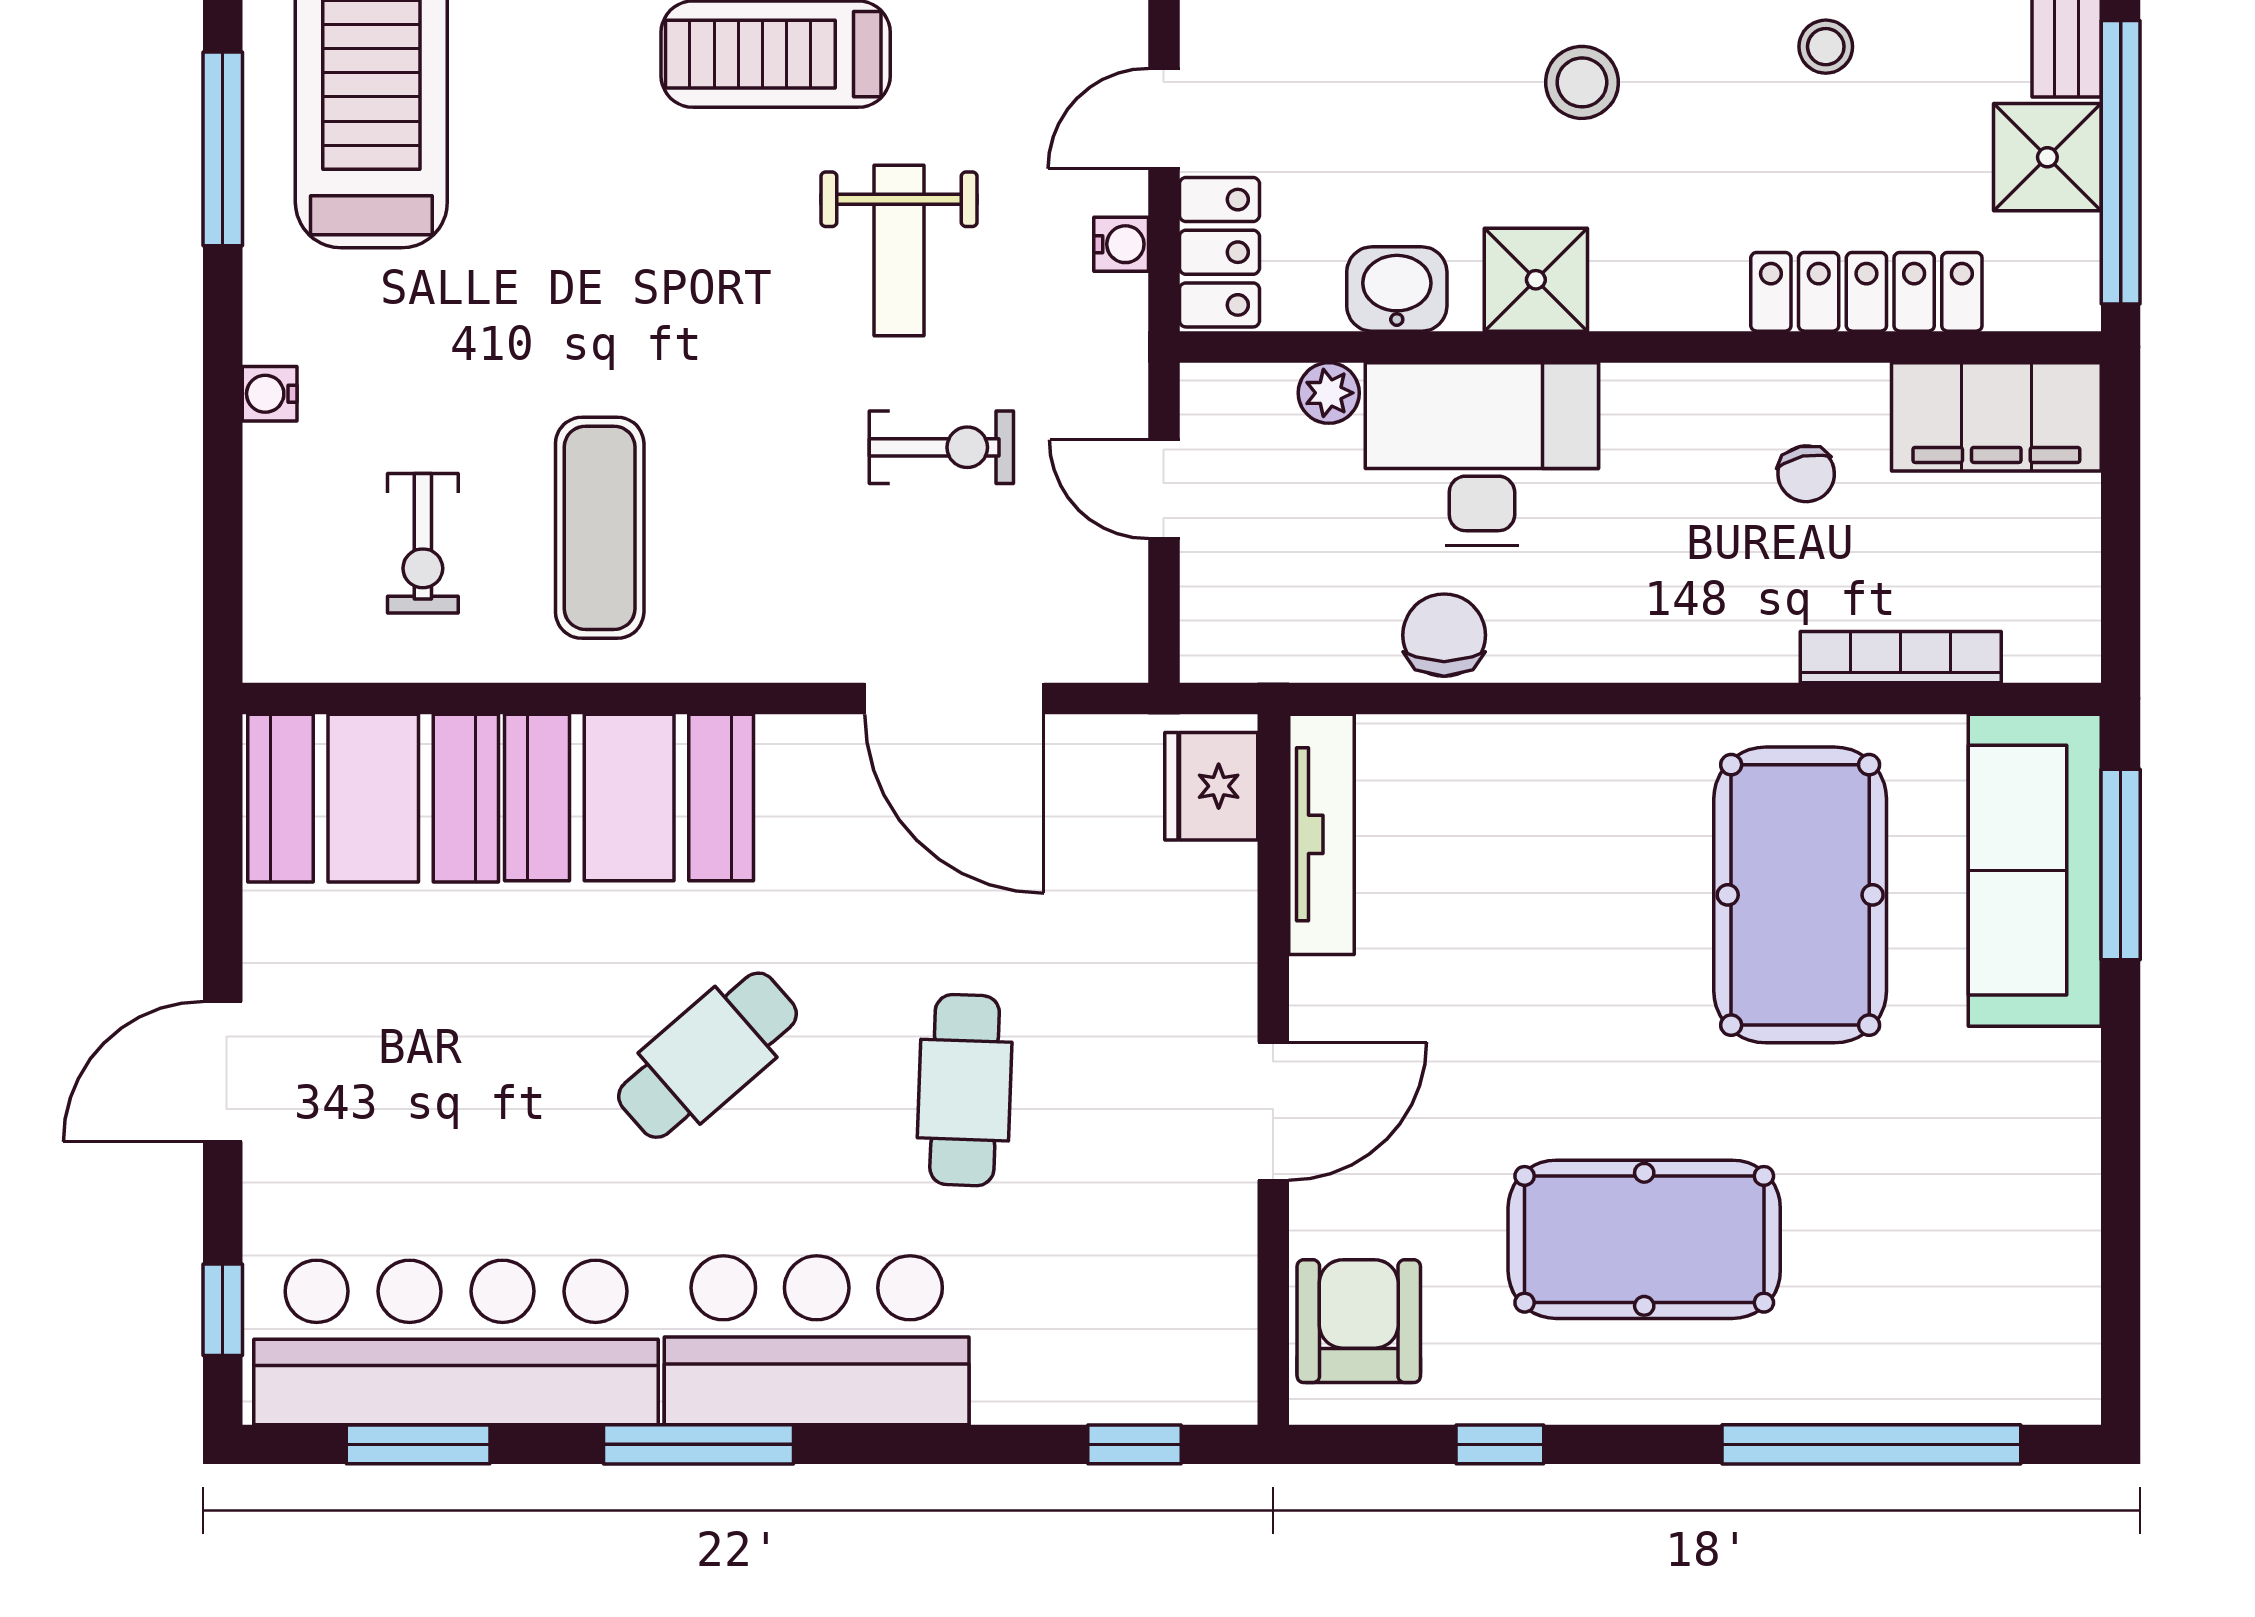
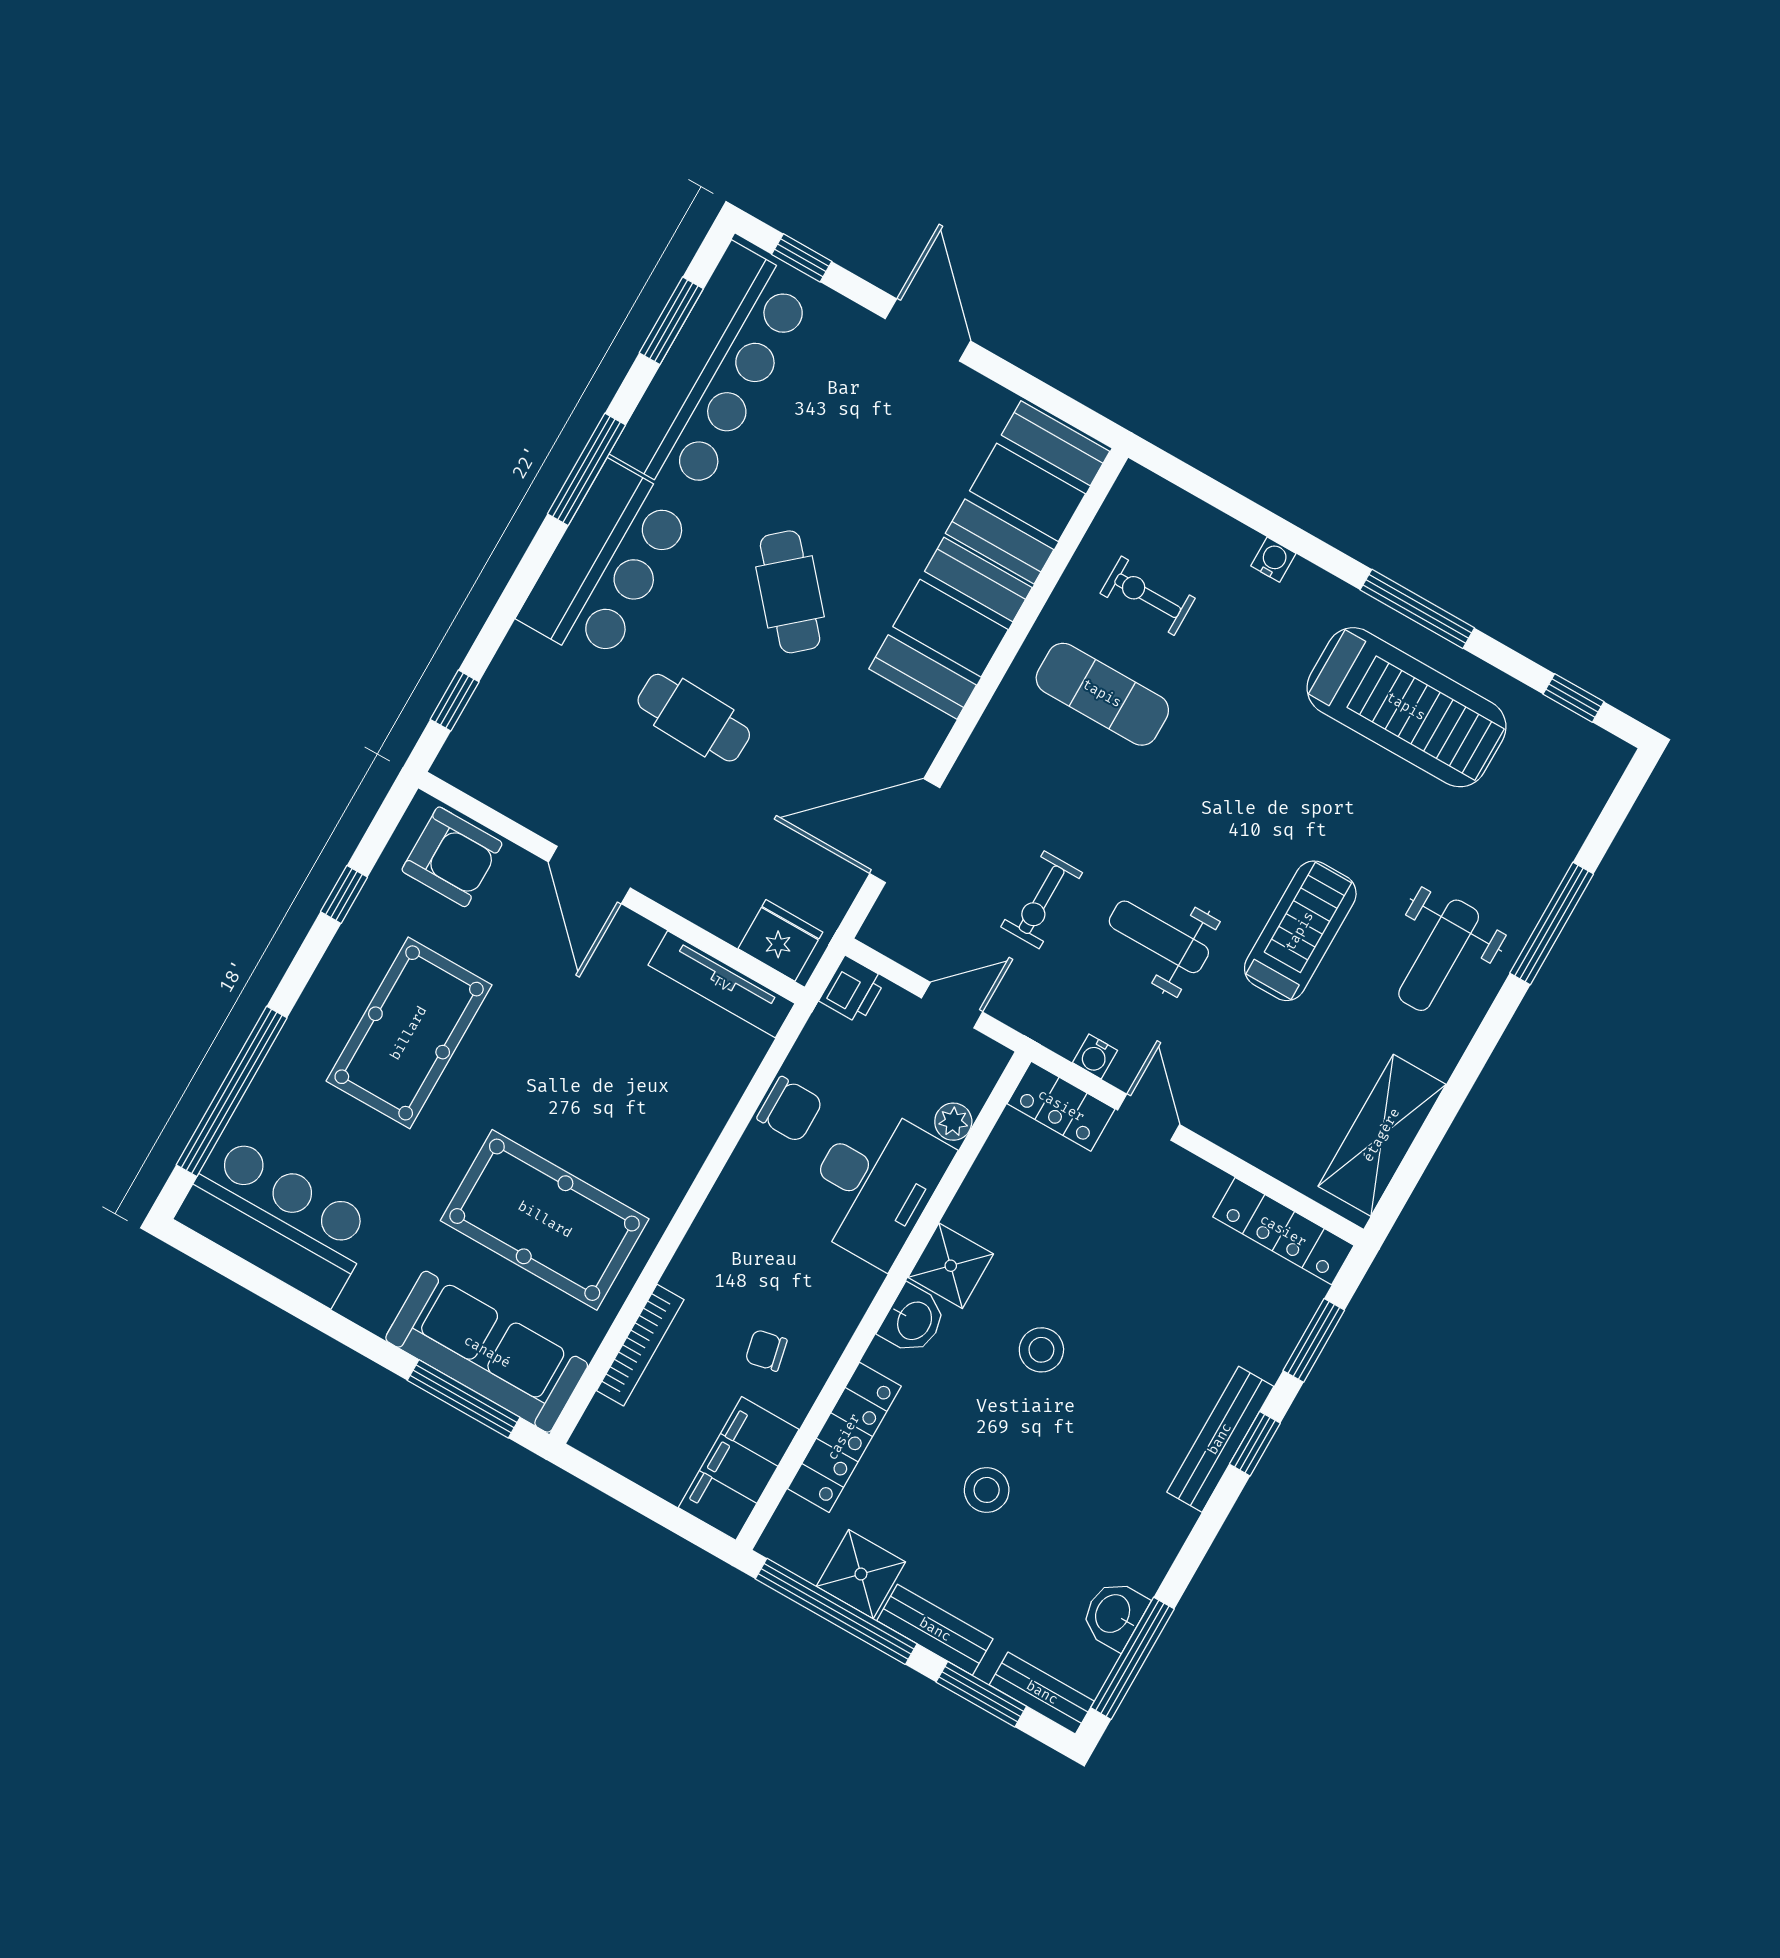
stool: (1826, 47) -> (987, 1490), width x1.37, depth x1.37
washbasin: (1397, 289) -> (913, 1320), moved
printer: (1223, 643) -> (853, 990), added
bar counter: (2018, 1276) -> (277, 1220), added

